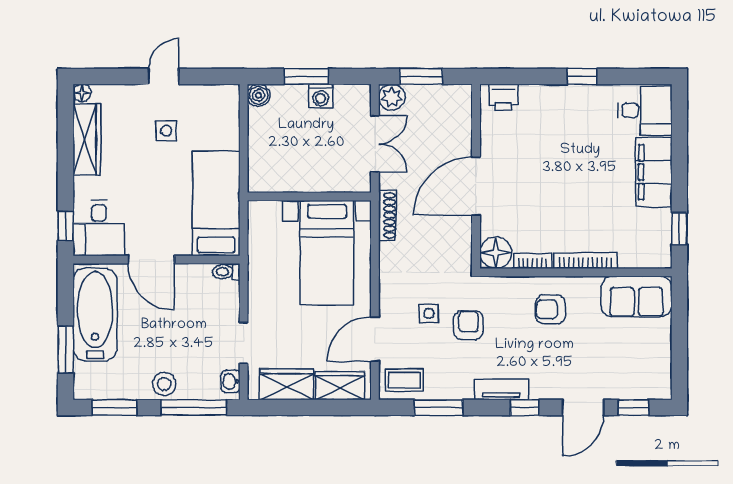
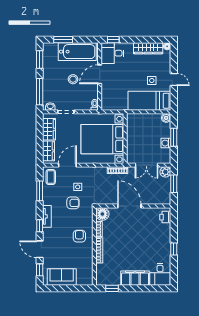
bed: (216, 203) -> (149, 101), moved, turned 180
bed with nightstands: (327, 253) -> (102, 139), width x1.36
sofa: (636, 297) -> (62, 277), moved, turned 90
door: (375, 339) -> (67, 165), hinge flipped
stool: (164, 384) -> (73, 79), moved

